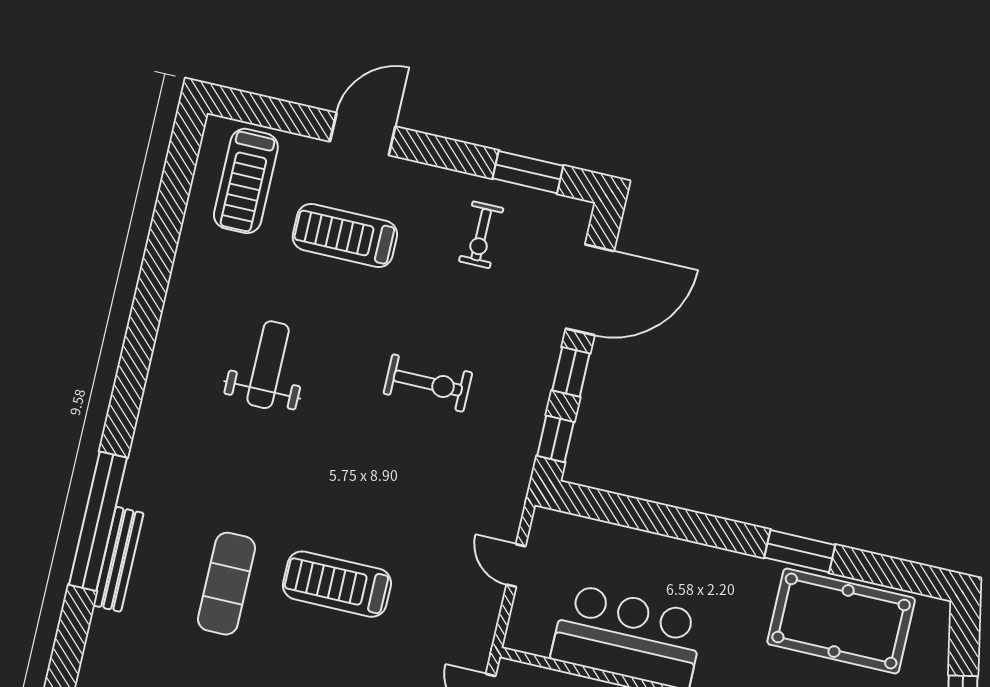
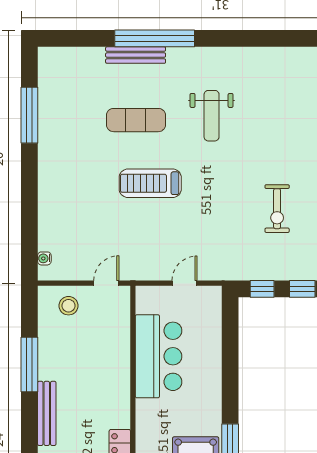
weight bench: (268, 365) -> (212, 116), moved, turned 90
treadmill: (337, 584) -> (150, 183), turned -90

